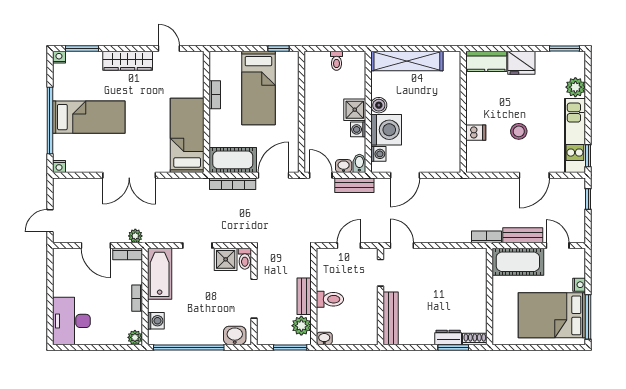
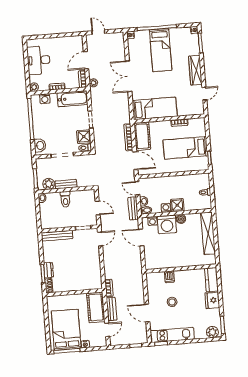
plant: (575, 87) -> (212, 332), moved
door: (321, 175) -> (137, 188), swing flipped
desk: (71, 321) -> (39, 60), moved, turned -90

